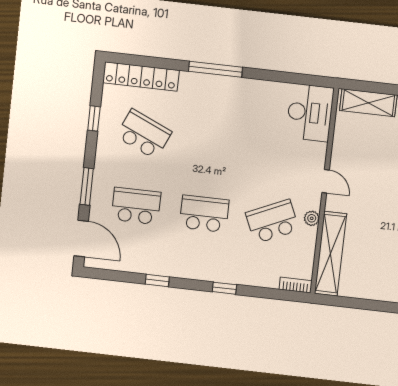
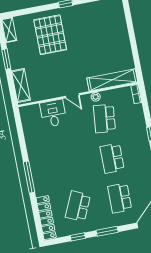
desk: (310, 113) -> (53, 113), moved, width x0.73
door: (326, 181) -> (72, 96), swing flipped
window: (87, 186) -> (107, 231), moved
school desk: (272, 221) -> (104, 118), turned 30

